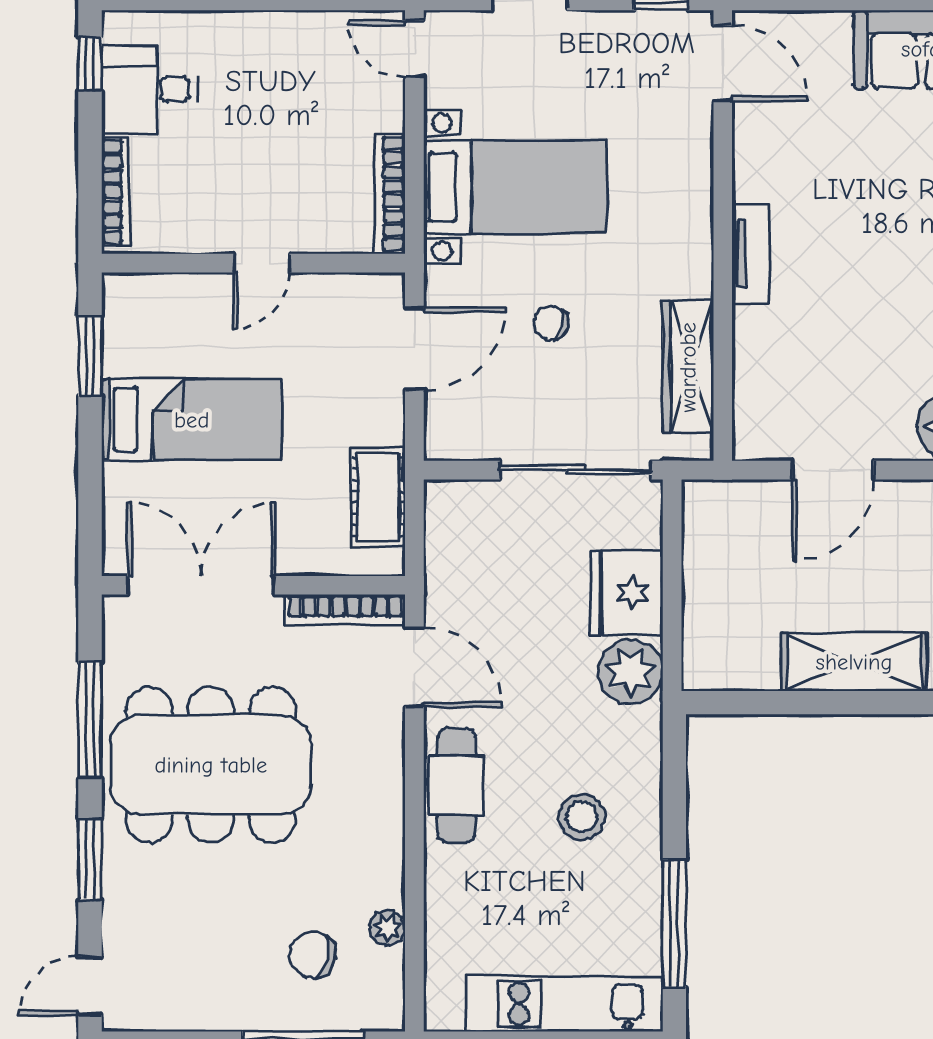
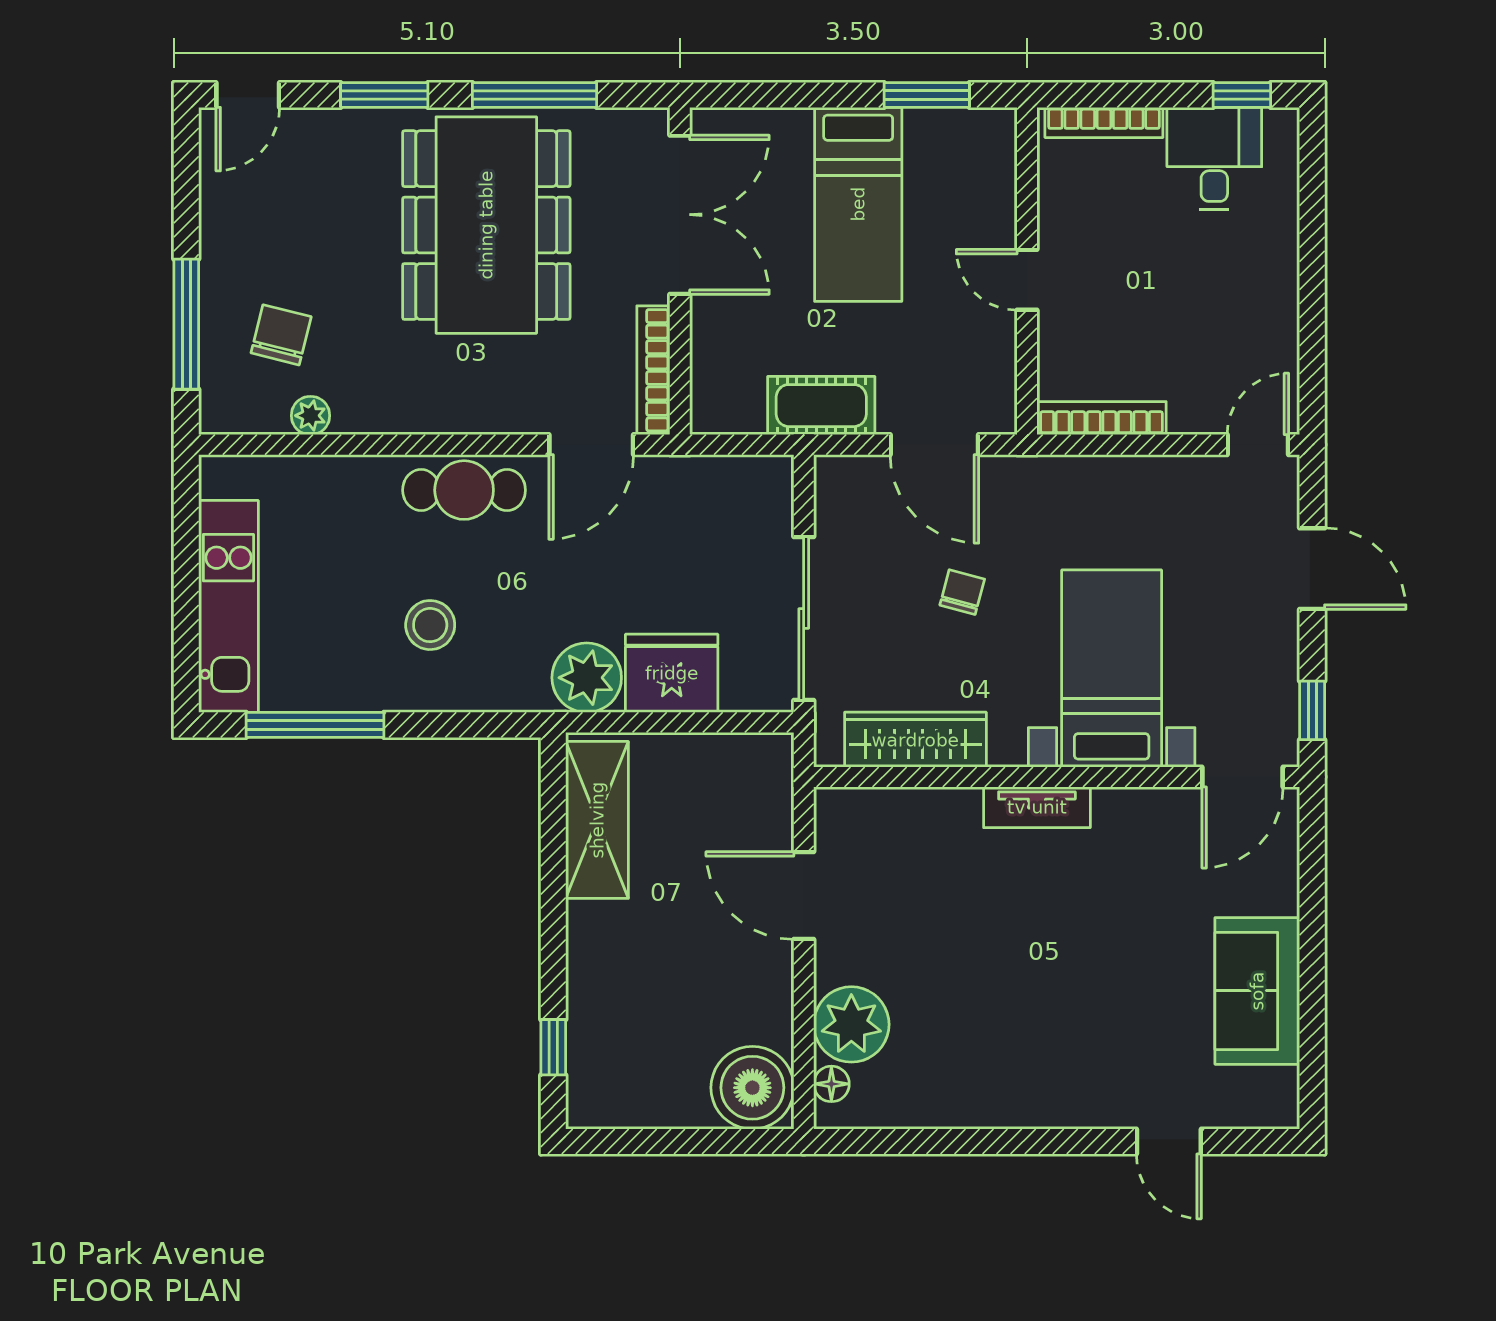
bed with nightstands: (515, 187) -> (1112, 668), moved, turned 180
cot: (378, 497) -> (821, 406), moved
shelving: (854, 662) -> (597, 820), moved
door: (90, 986) -> (248, 95), swing flipped

